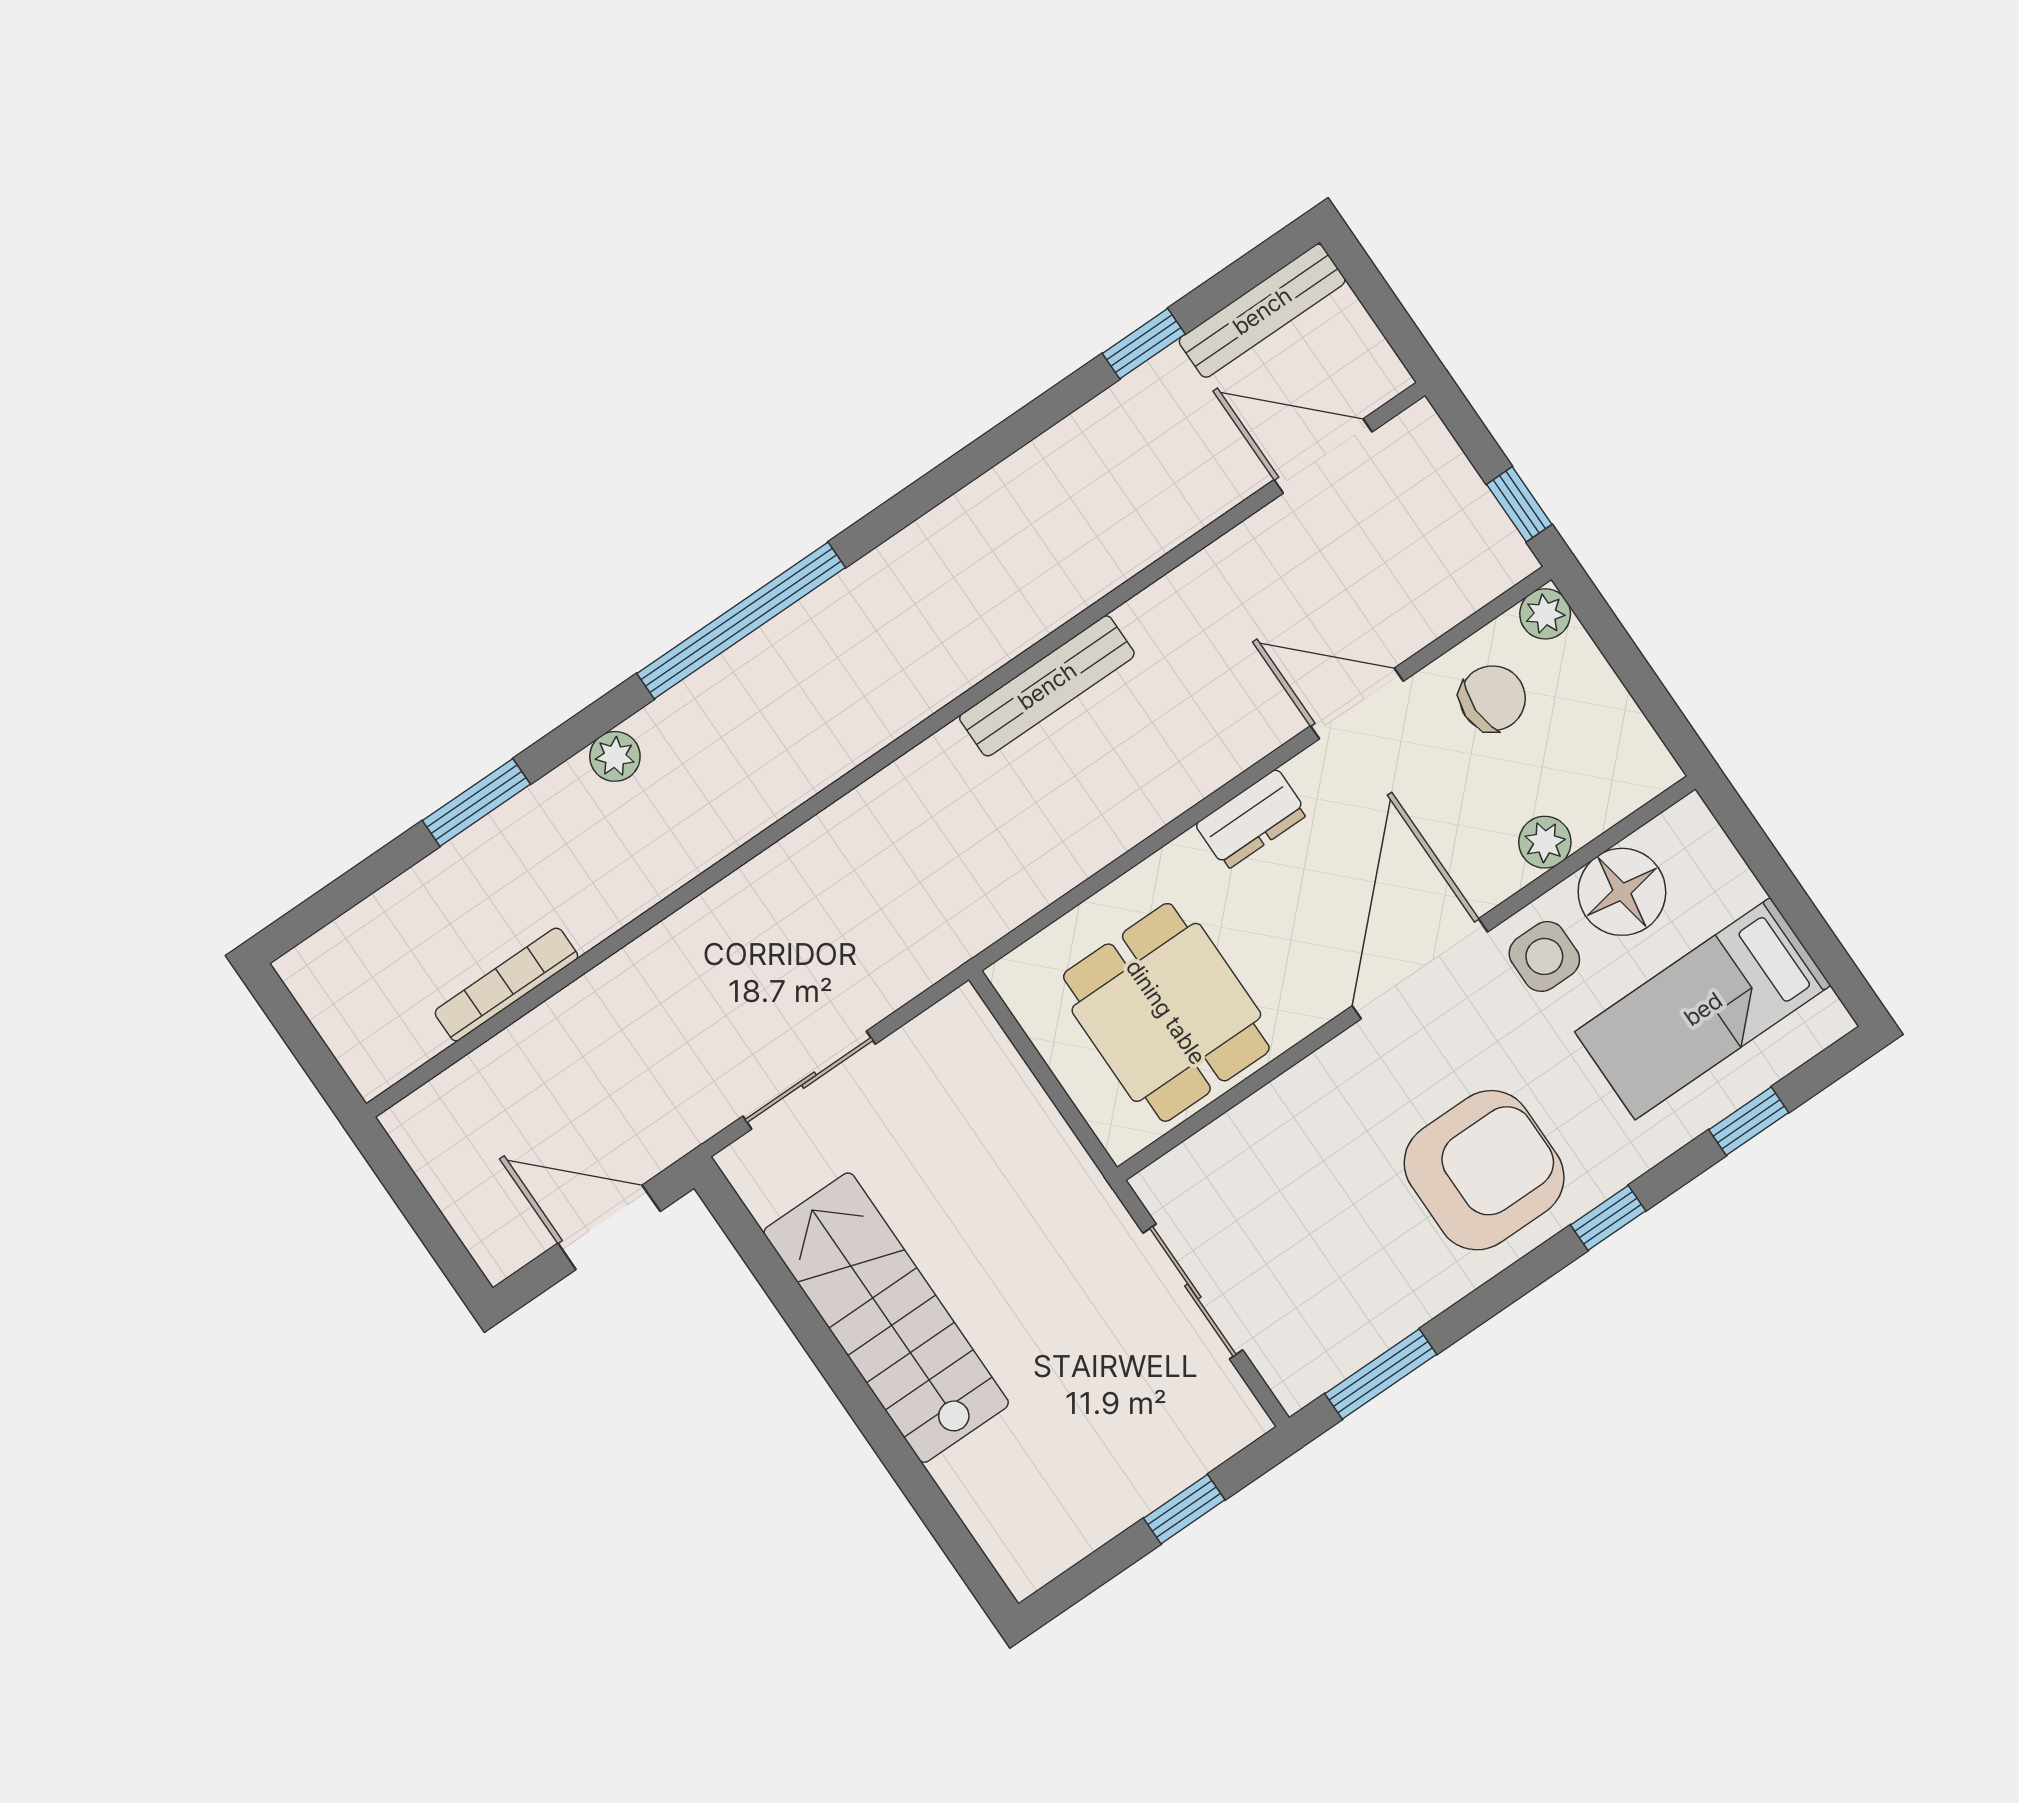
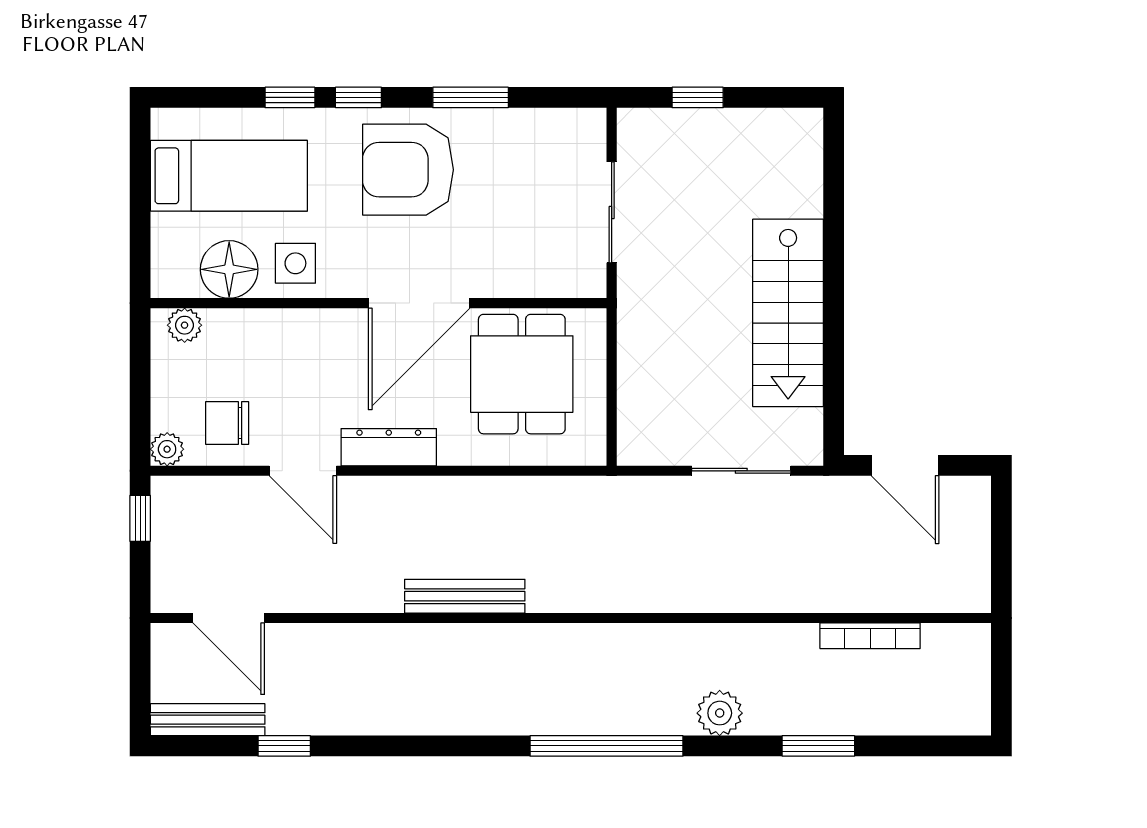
plant: (615, 756) -> (720, 713), width x1.38, depth x1.38
dresser: (1252, 819) -> (389, 447), width x1.44
plant: (1545, 842) -> (185, 325), moved
door: (1420, 969) -> (419, 303), moved
window: (1749, 1121) -> (290, 97), moved
window: (1381, 1374) -> (471, 97), moved

